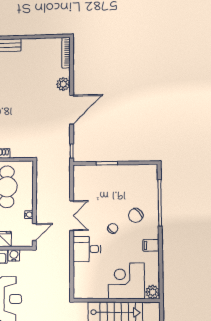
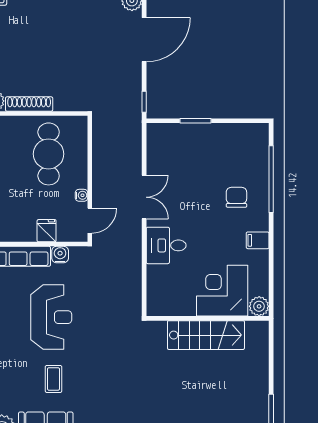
chair: (136, 215) -> (236, 197), turned 131
chair: (113, 228) -> (203, 216), removed

